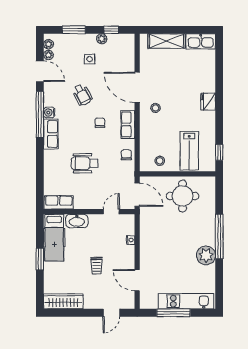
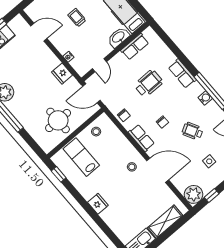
plant: (102, 39) -> (194, 194), moved, width x1.88, depth x1.88
row of seats: (51, 134) -> (182, 74), moved
row of seats: (59, 202) -> (135, 47), moved
fridge: (147, 231) -> (62, 74), added

